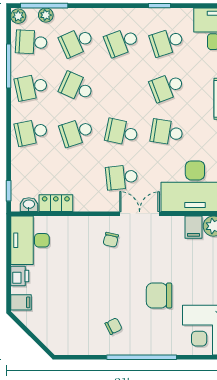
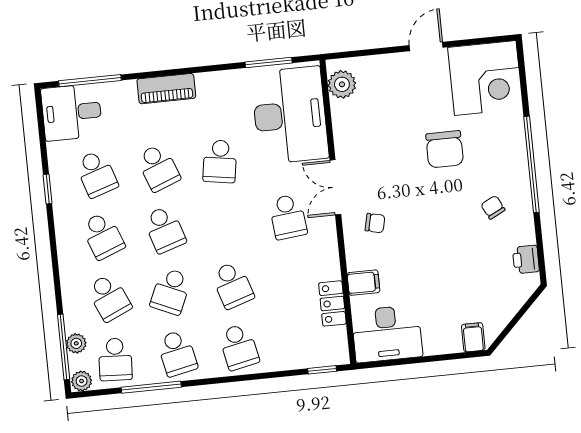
school desk: (122, 132) -> (164, 229), moved, turned -30
washbasin: (29, 205) -> (338, 340), removed
filing cabinet: (193, 227) -> (363, 283), moved
printer: (20, 276) -> (526, 259), moved, turned -90

